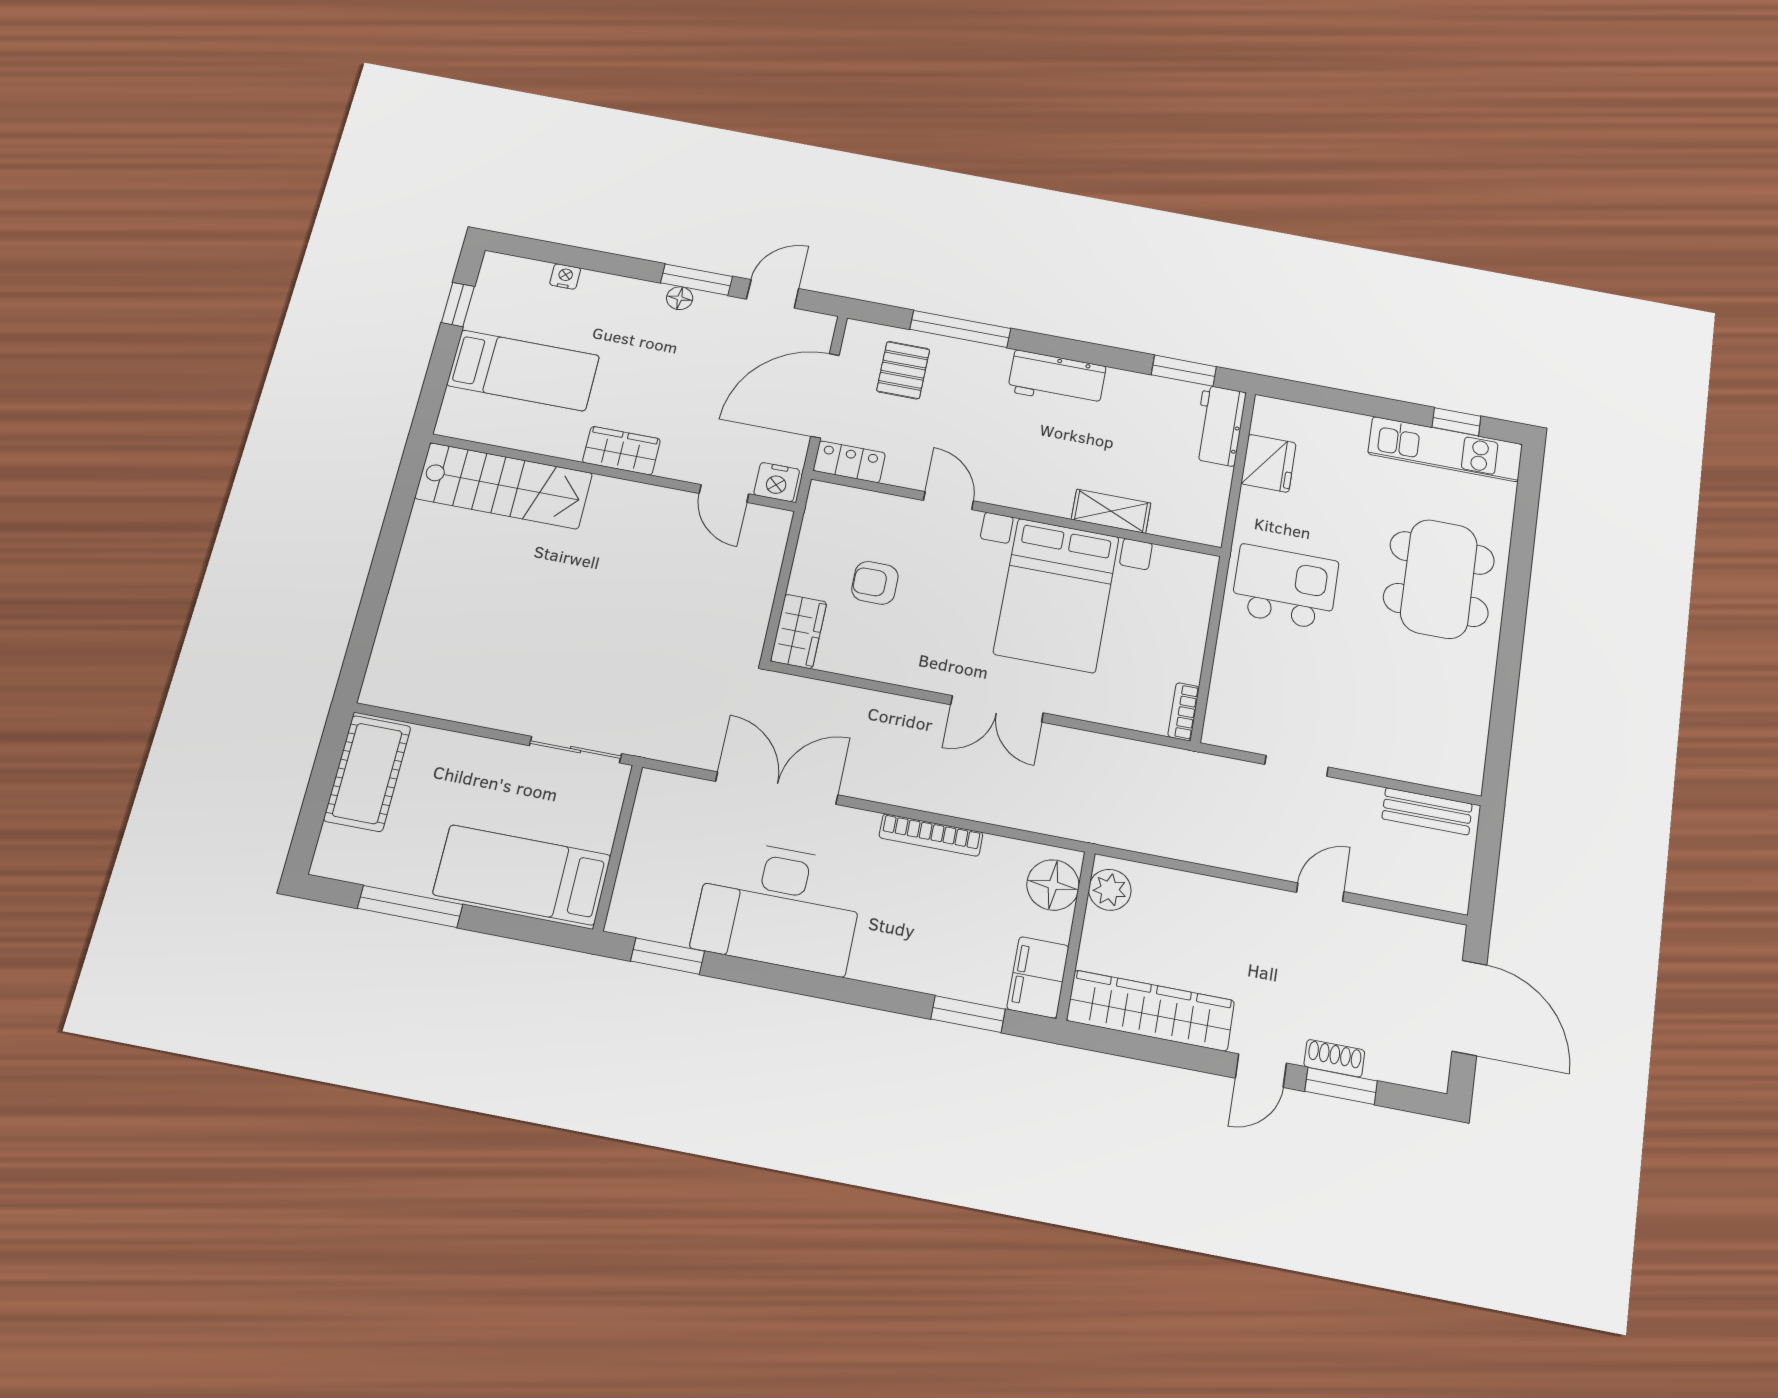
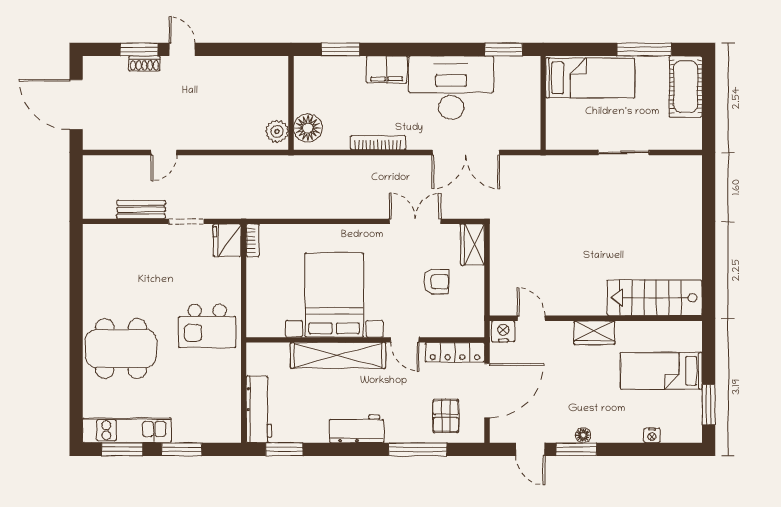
door: (773, 294) -> (530, 449), hinge flipped
window: (458, 305) -> (709, 405), width x1.50
window: (1356, 403) -> (182, 449), added
window: (1456, 422) -> (122, 449), width x1.50
workbench: (1219, 426) -> (259, 409), width x1.38
locker: (849, 462) -> (455, 352), width x1.53
fridge: (1269, 463) -> (227, 240), moved
shelving: (1111, 511) -> (338, 355), width x2.20, depth x1.33
dining table: (1439, 579) -> (121, 349), turned 90
double door: (997, 709) -> (415, 221), moved
sliding door: (576, 750) -> (624, 152), moved
cot: (367, 773) -> (686, 87), moved
bench: (1427, 811) -> (141, 210), moved
filing cabinet: (1038, 977) -> (387, 69), moved, turned 90
wardrobe: (1151, 1011) -> (245, 70), removed
door: (1261, 1071) -> (182, 49), hinge flipped

